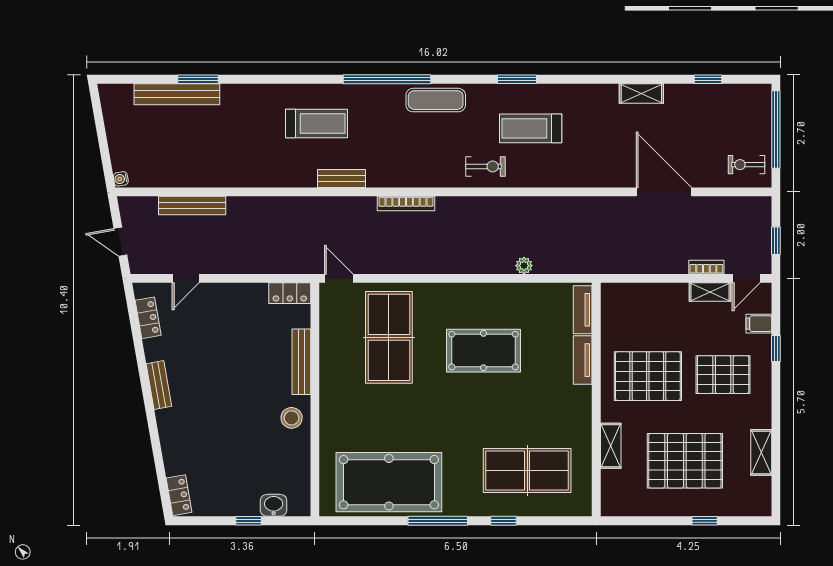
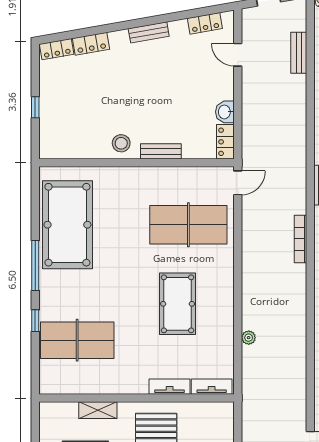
bench: (192, 206) -> (299, 53), width x0.73
bench: (301, 362) -> (161, 151), width x0.73
locker: (173, 454) -> (91, 44), added
table tennis table: (527, 471) -> (77, 340), turned 90
washbasin: (274, 505) -> (225, 112), moved, turned 180

